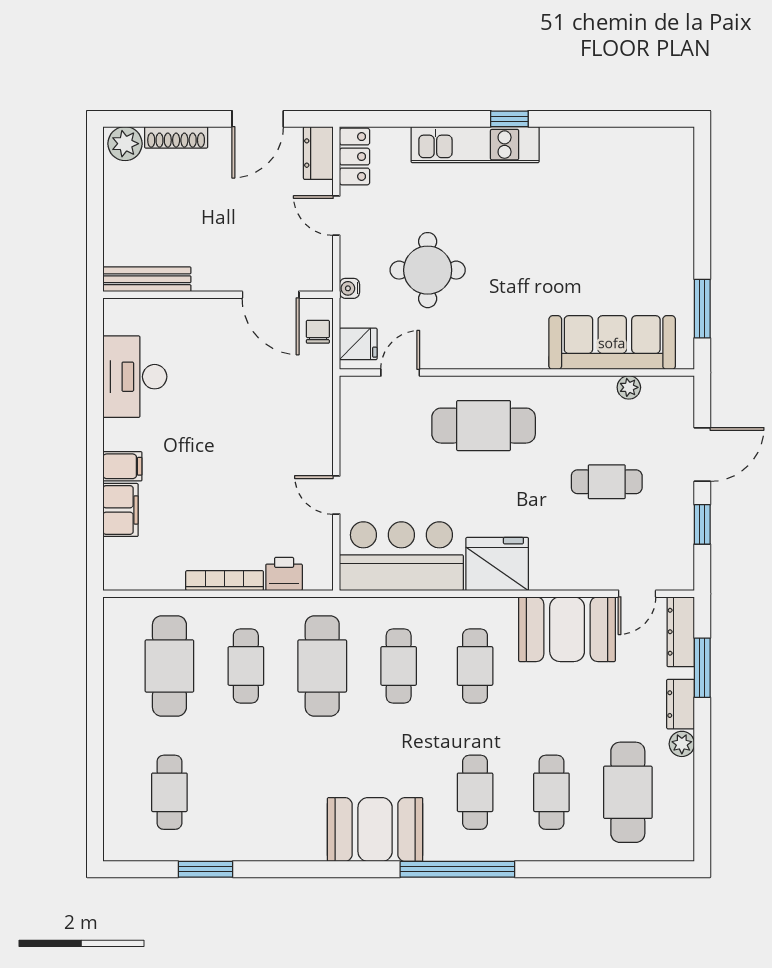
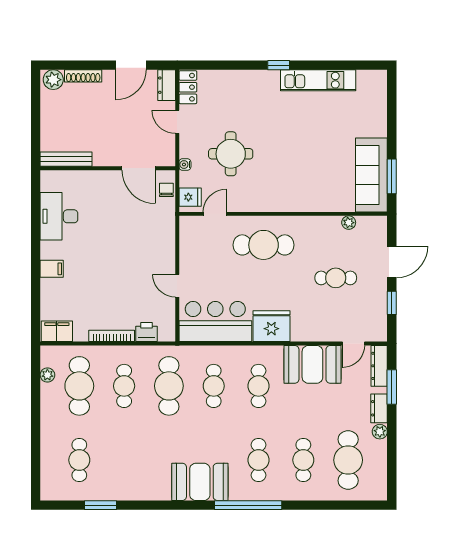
kitchen unit: (475, 145) -> (318, 80), moved
sofa: (612, 343) -> (371, 175), moved, turned -90
filing cabinet: (120, 510) -> (57, 331), moved, turned -90
plant: (115, 647) -> (47, 375), added

